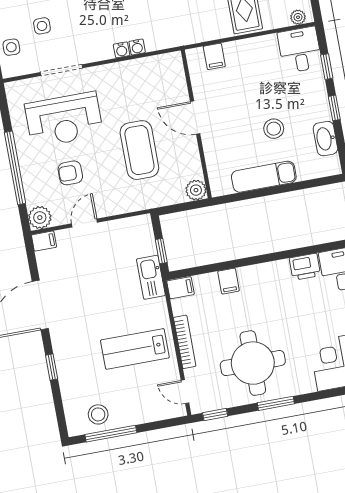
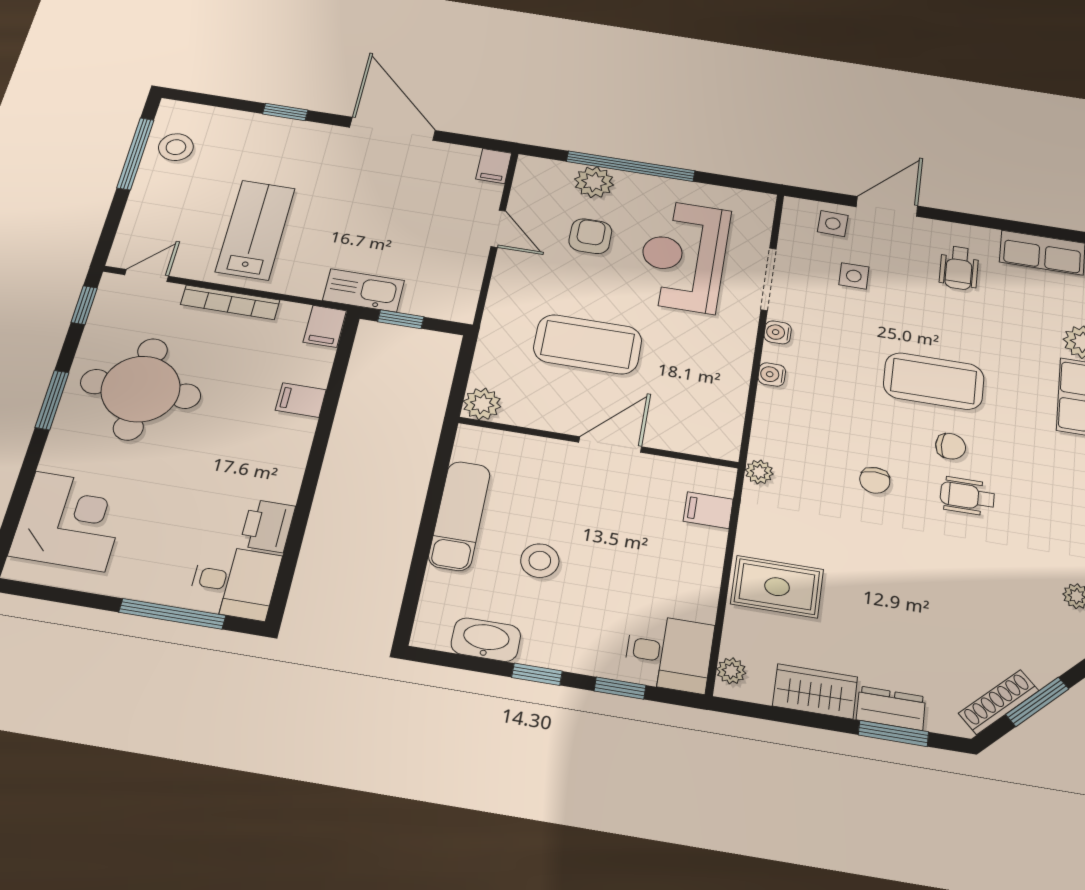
plant: (183, 38) -> (759, 472), added
water cooler: (137, 47) -> (778, 332), moved
plant: (40, 218) -> (594, 182), moved

